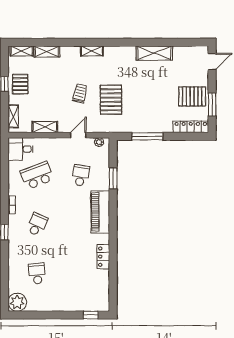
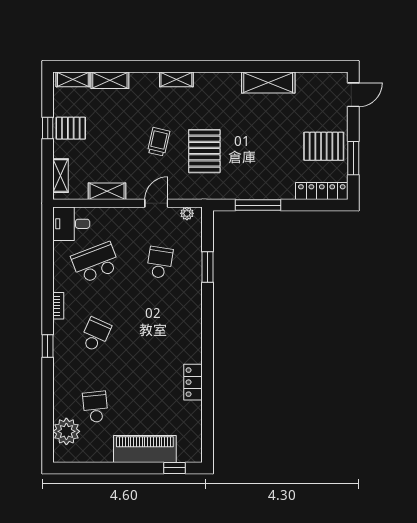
pallet: (20, 84) -> (71, 128), turned 90
piano: (100, 212) -> (145, 449), moved, turned 90
plant: (17, 302) -> (66, 431), moved

